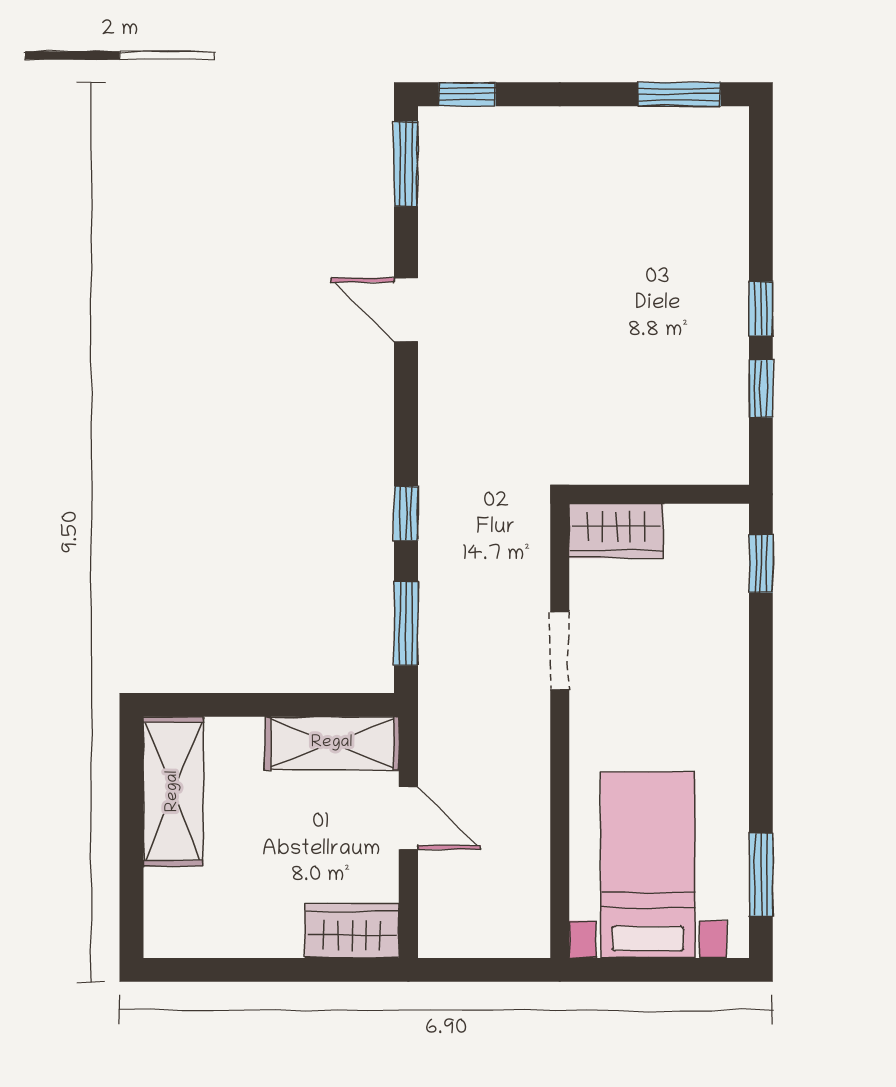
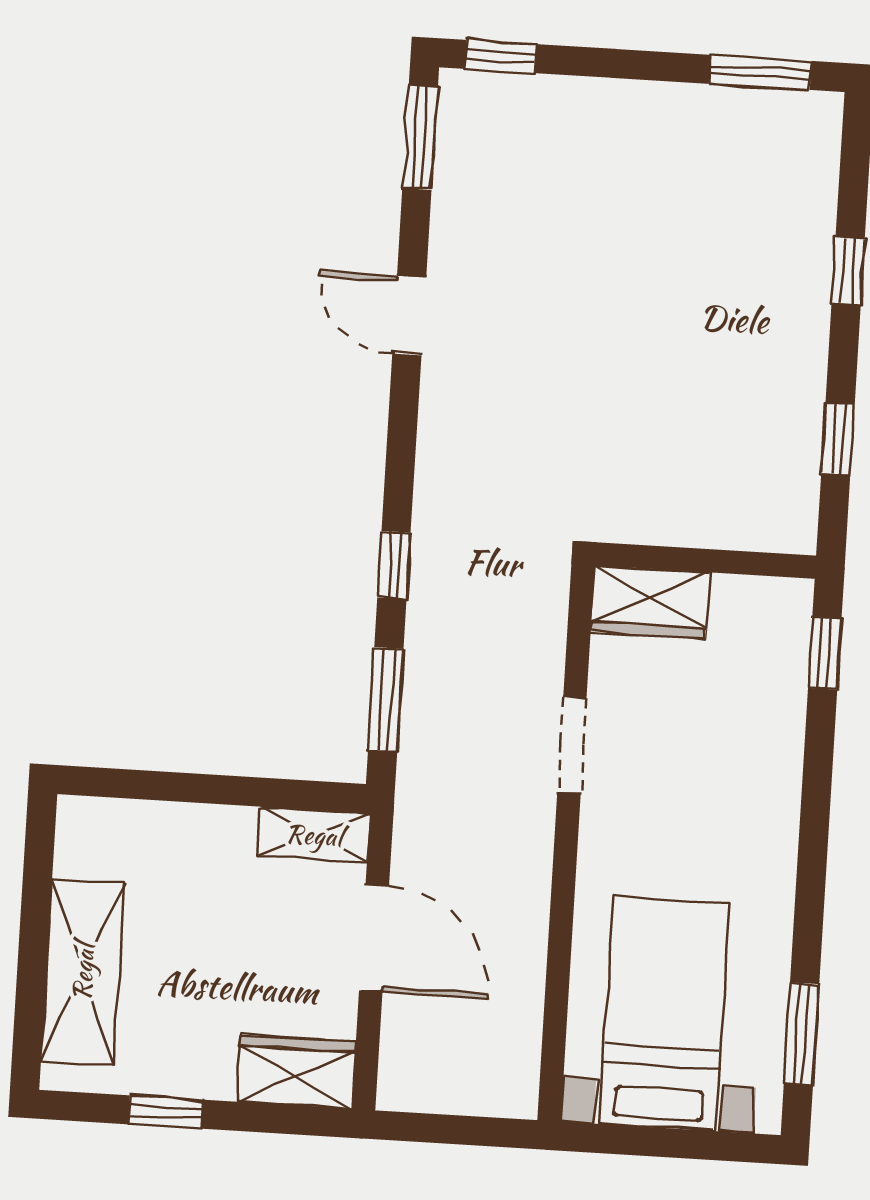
window: (761, 309) -> (848, 271), moved
shelving: (332, 743) -> (314, 835), width x0.67, depth x0.75
shelving: (173, 791) -> (83, 972), moved
door: (408, 818) -> (374, 938), width x1.37
window: (247, 970) -> (165, 1112), added

